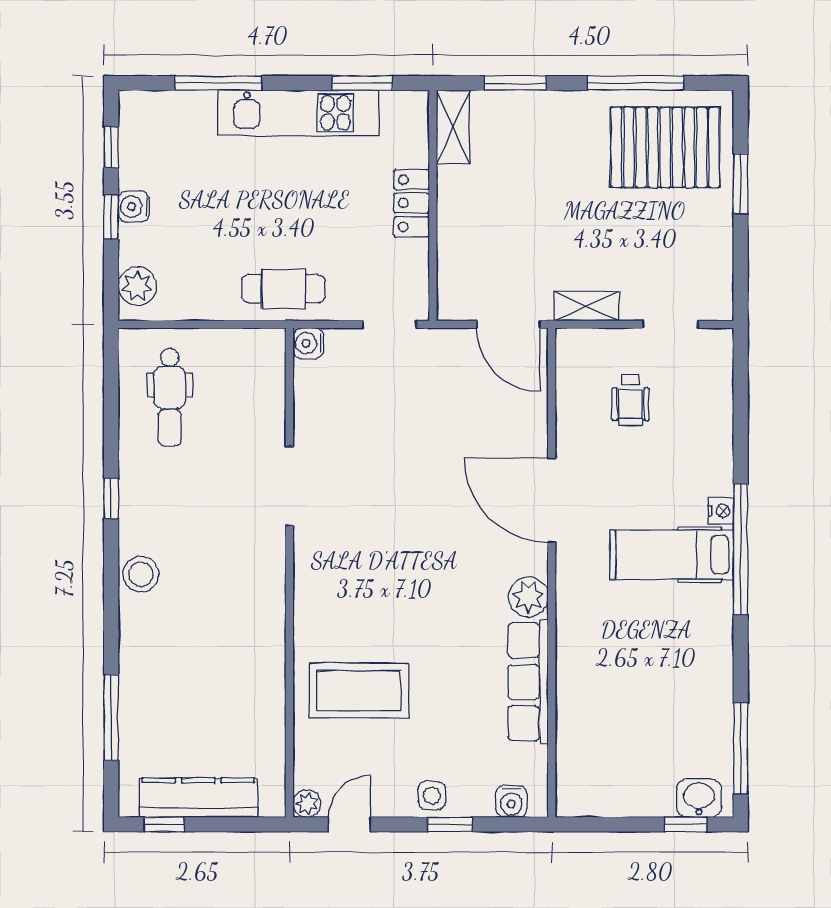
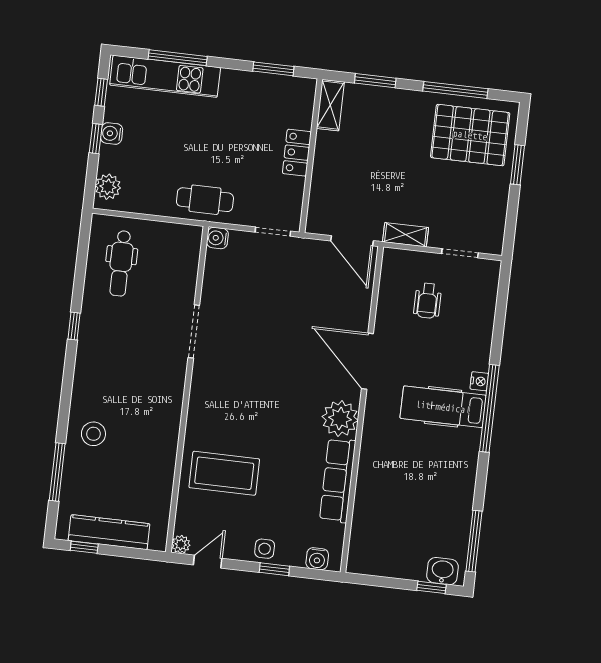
kitchen unit: (298, 113) -> (165, 76), moved
stool: (141, 574) -> (93, 434), moved
plant: (528, 597) -> (340, 418), width x1.36, depth x1.36

